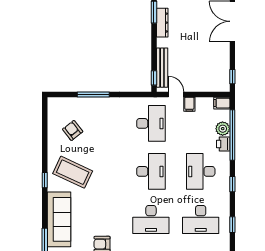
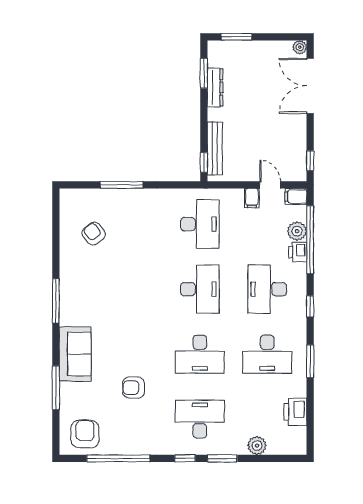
door: (176, 95) -> (270, 185), moved
coffee table: (73, 172) -> (94, 290), removed
window: (45, 180) -> (56, 301), width x2.17
sofa: (59, 219) -> (75, 354), width x0.73
window: (232, 225) -> (310, 361), width x1.50

